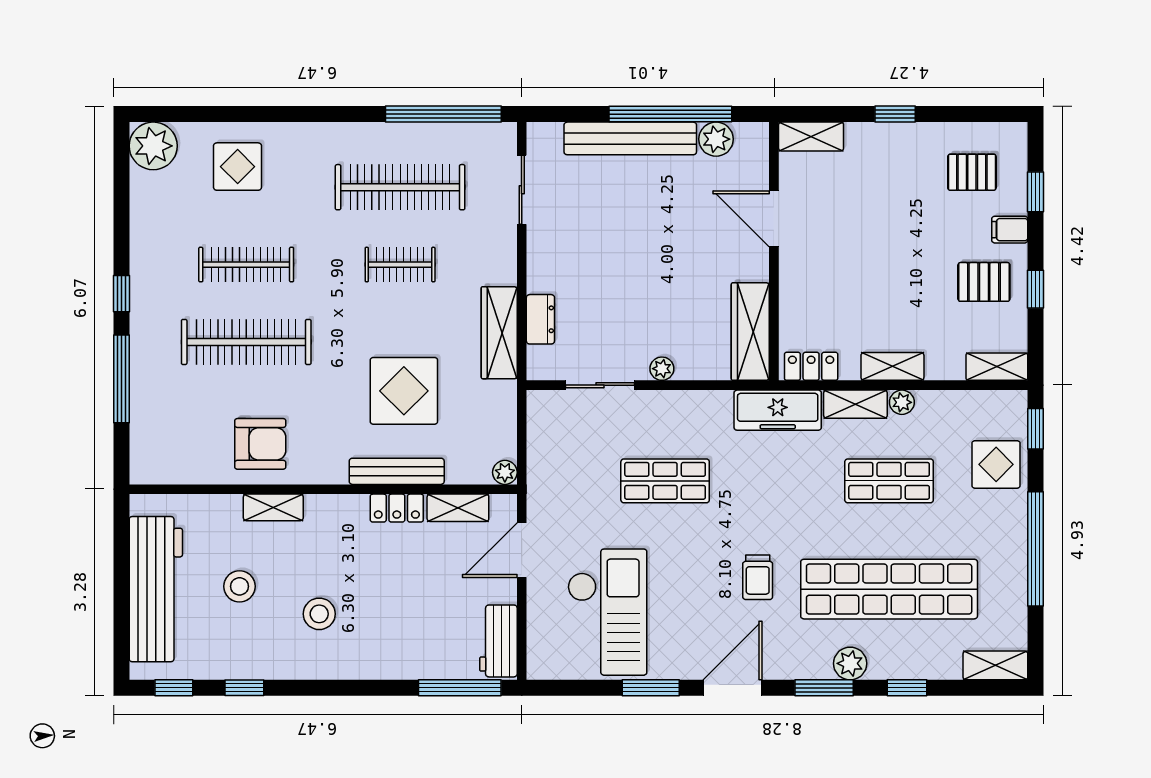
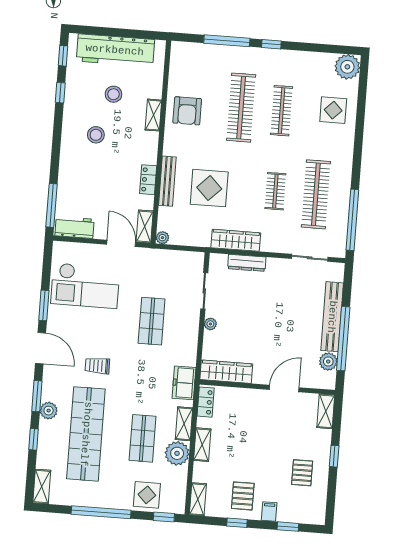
pallet: (972, 172) -> (302, 473), moved
dresser: (540, 319) -> (247, 263), width x1.44
plant: (902, 402) -> (177, 453), width x1.88, depth x1.88
freezer: (778, 410) -> (184, 383), width x0.71
shelving: (458, 508) -> (145, 226), moved

